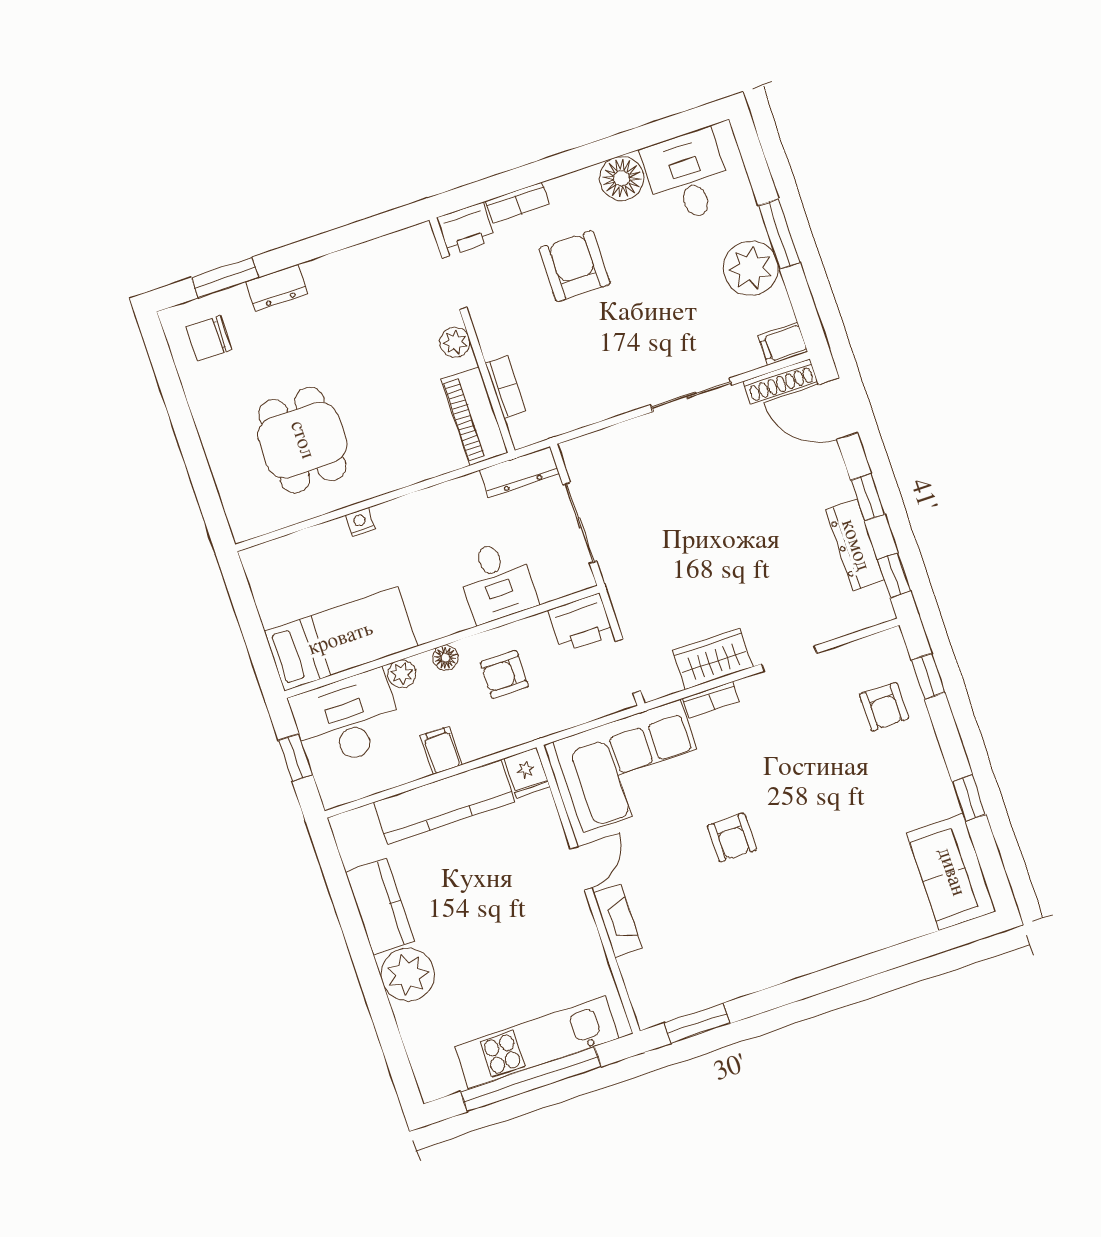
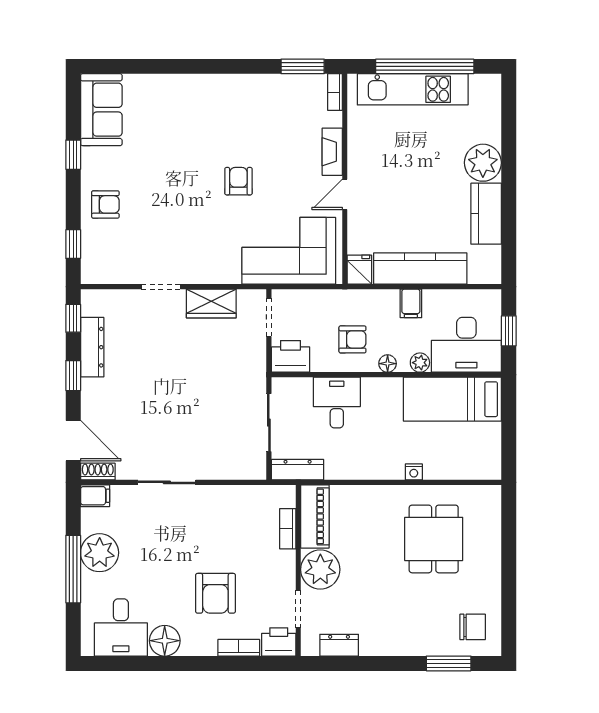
window: (779, 234) -> (73, 569), width x1.44
dresser: (277, 288) -> (339, 645), moved
plant: (455, 342) -> (320, 570), width x1.88, depth x1.88
shoe rack: (780, 381) -> (98, 472), width x0.70
bookcase: (711, 700) -> (335, 92), moved, turned -90
armchair: (884, 707) -> (105, 204), moved, turned 90

